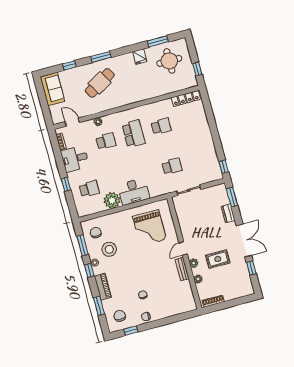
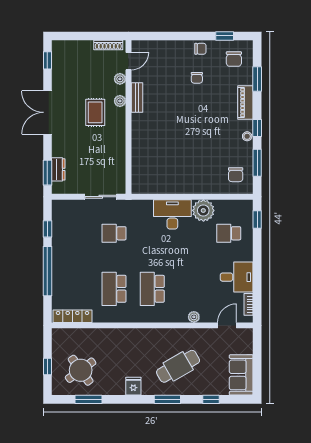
fridge: (140, 57) -> (133, 386), moved
round table: (169, 61) -> (81, 370), turned -36
window: (197, 69) -> (47, 367), moved
door: (72, 122) -> (227, 325), swing flipped
school desk: (161, 126) -> (114, 289), width x1.85
window: (213, 126) -> (47, 271), added
school desk: (106, 141) -> (191, 289), removed
window: (224, 167) -> (47, 229), moved
window: (66, 184) -> (257, 220), moved
dresser: (228, 213) -> (58, 169), moved
grand piano: (149, 228) -> (165, 162), removed
door: (183, 248) -> (129, 61), moved
stool: (109, 249) -> (224, 148), removed
rug: (218, 259) -> (95, 112), moved, turned 90
window: (251, 268) -> (47, 60), moved

